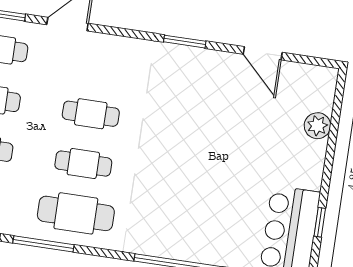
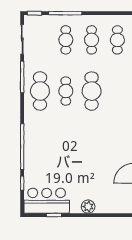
cafe table: (91, 114) -> (92, 91), width x1.37, depth x1.35
plant: (317, 126) -> (88, 207), moved

